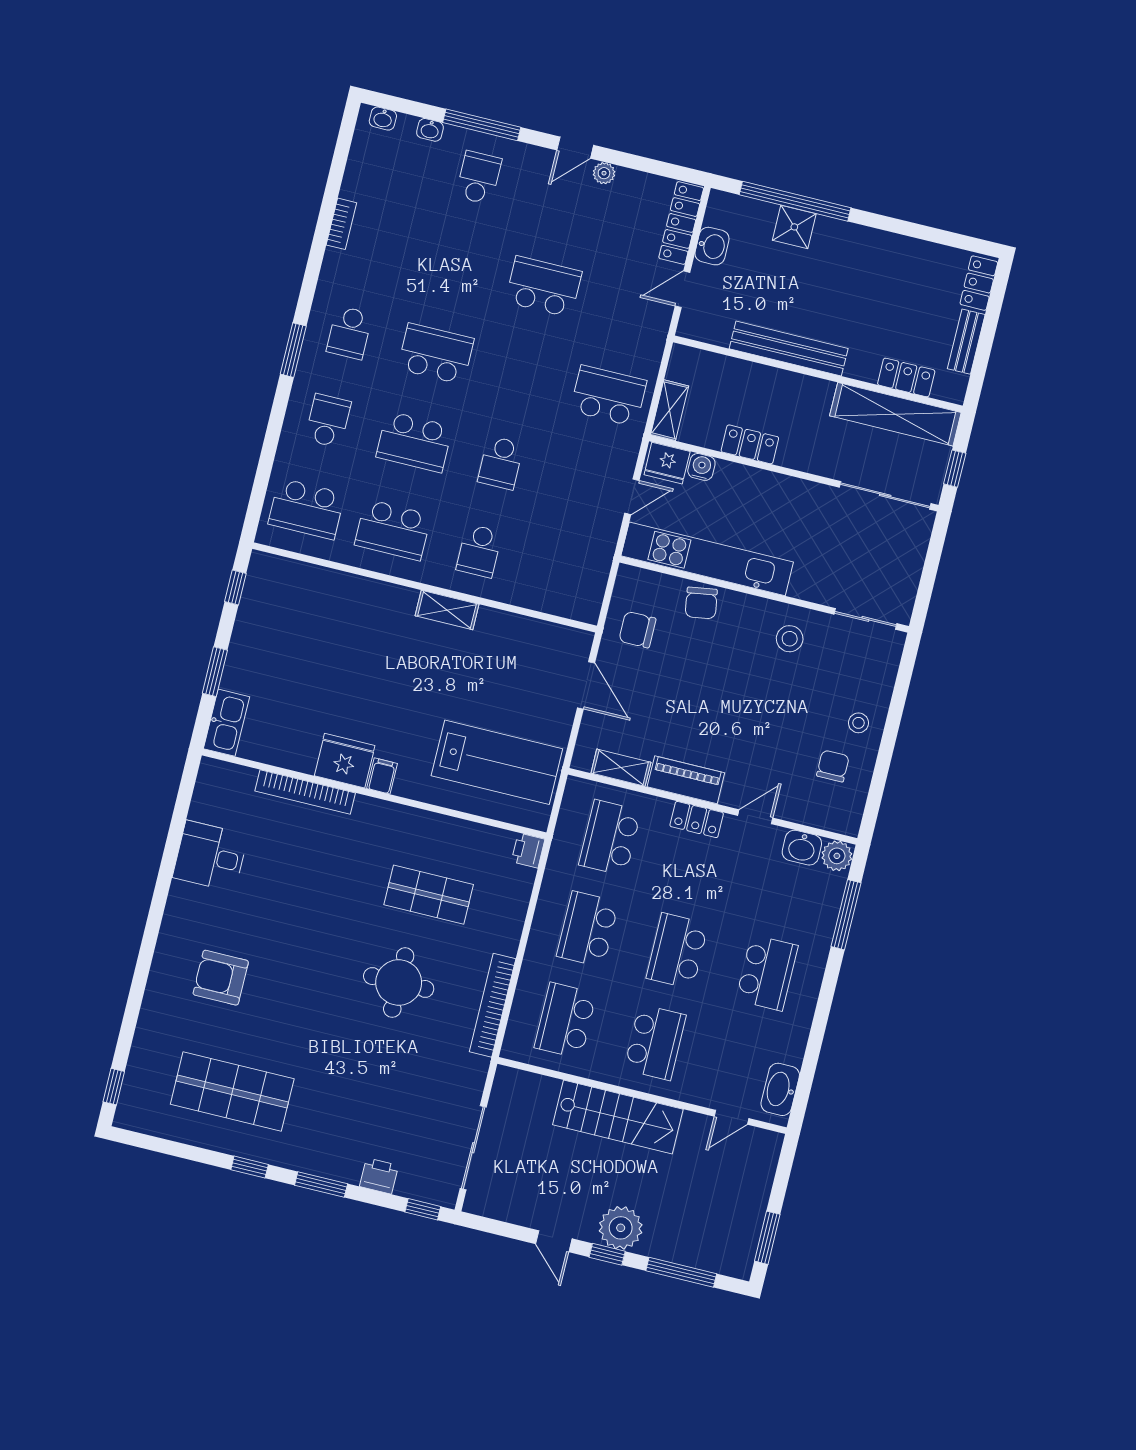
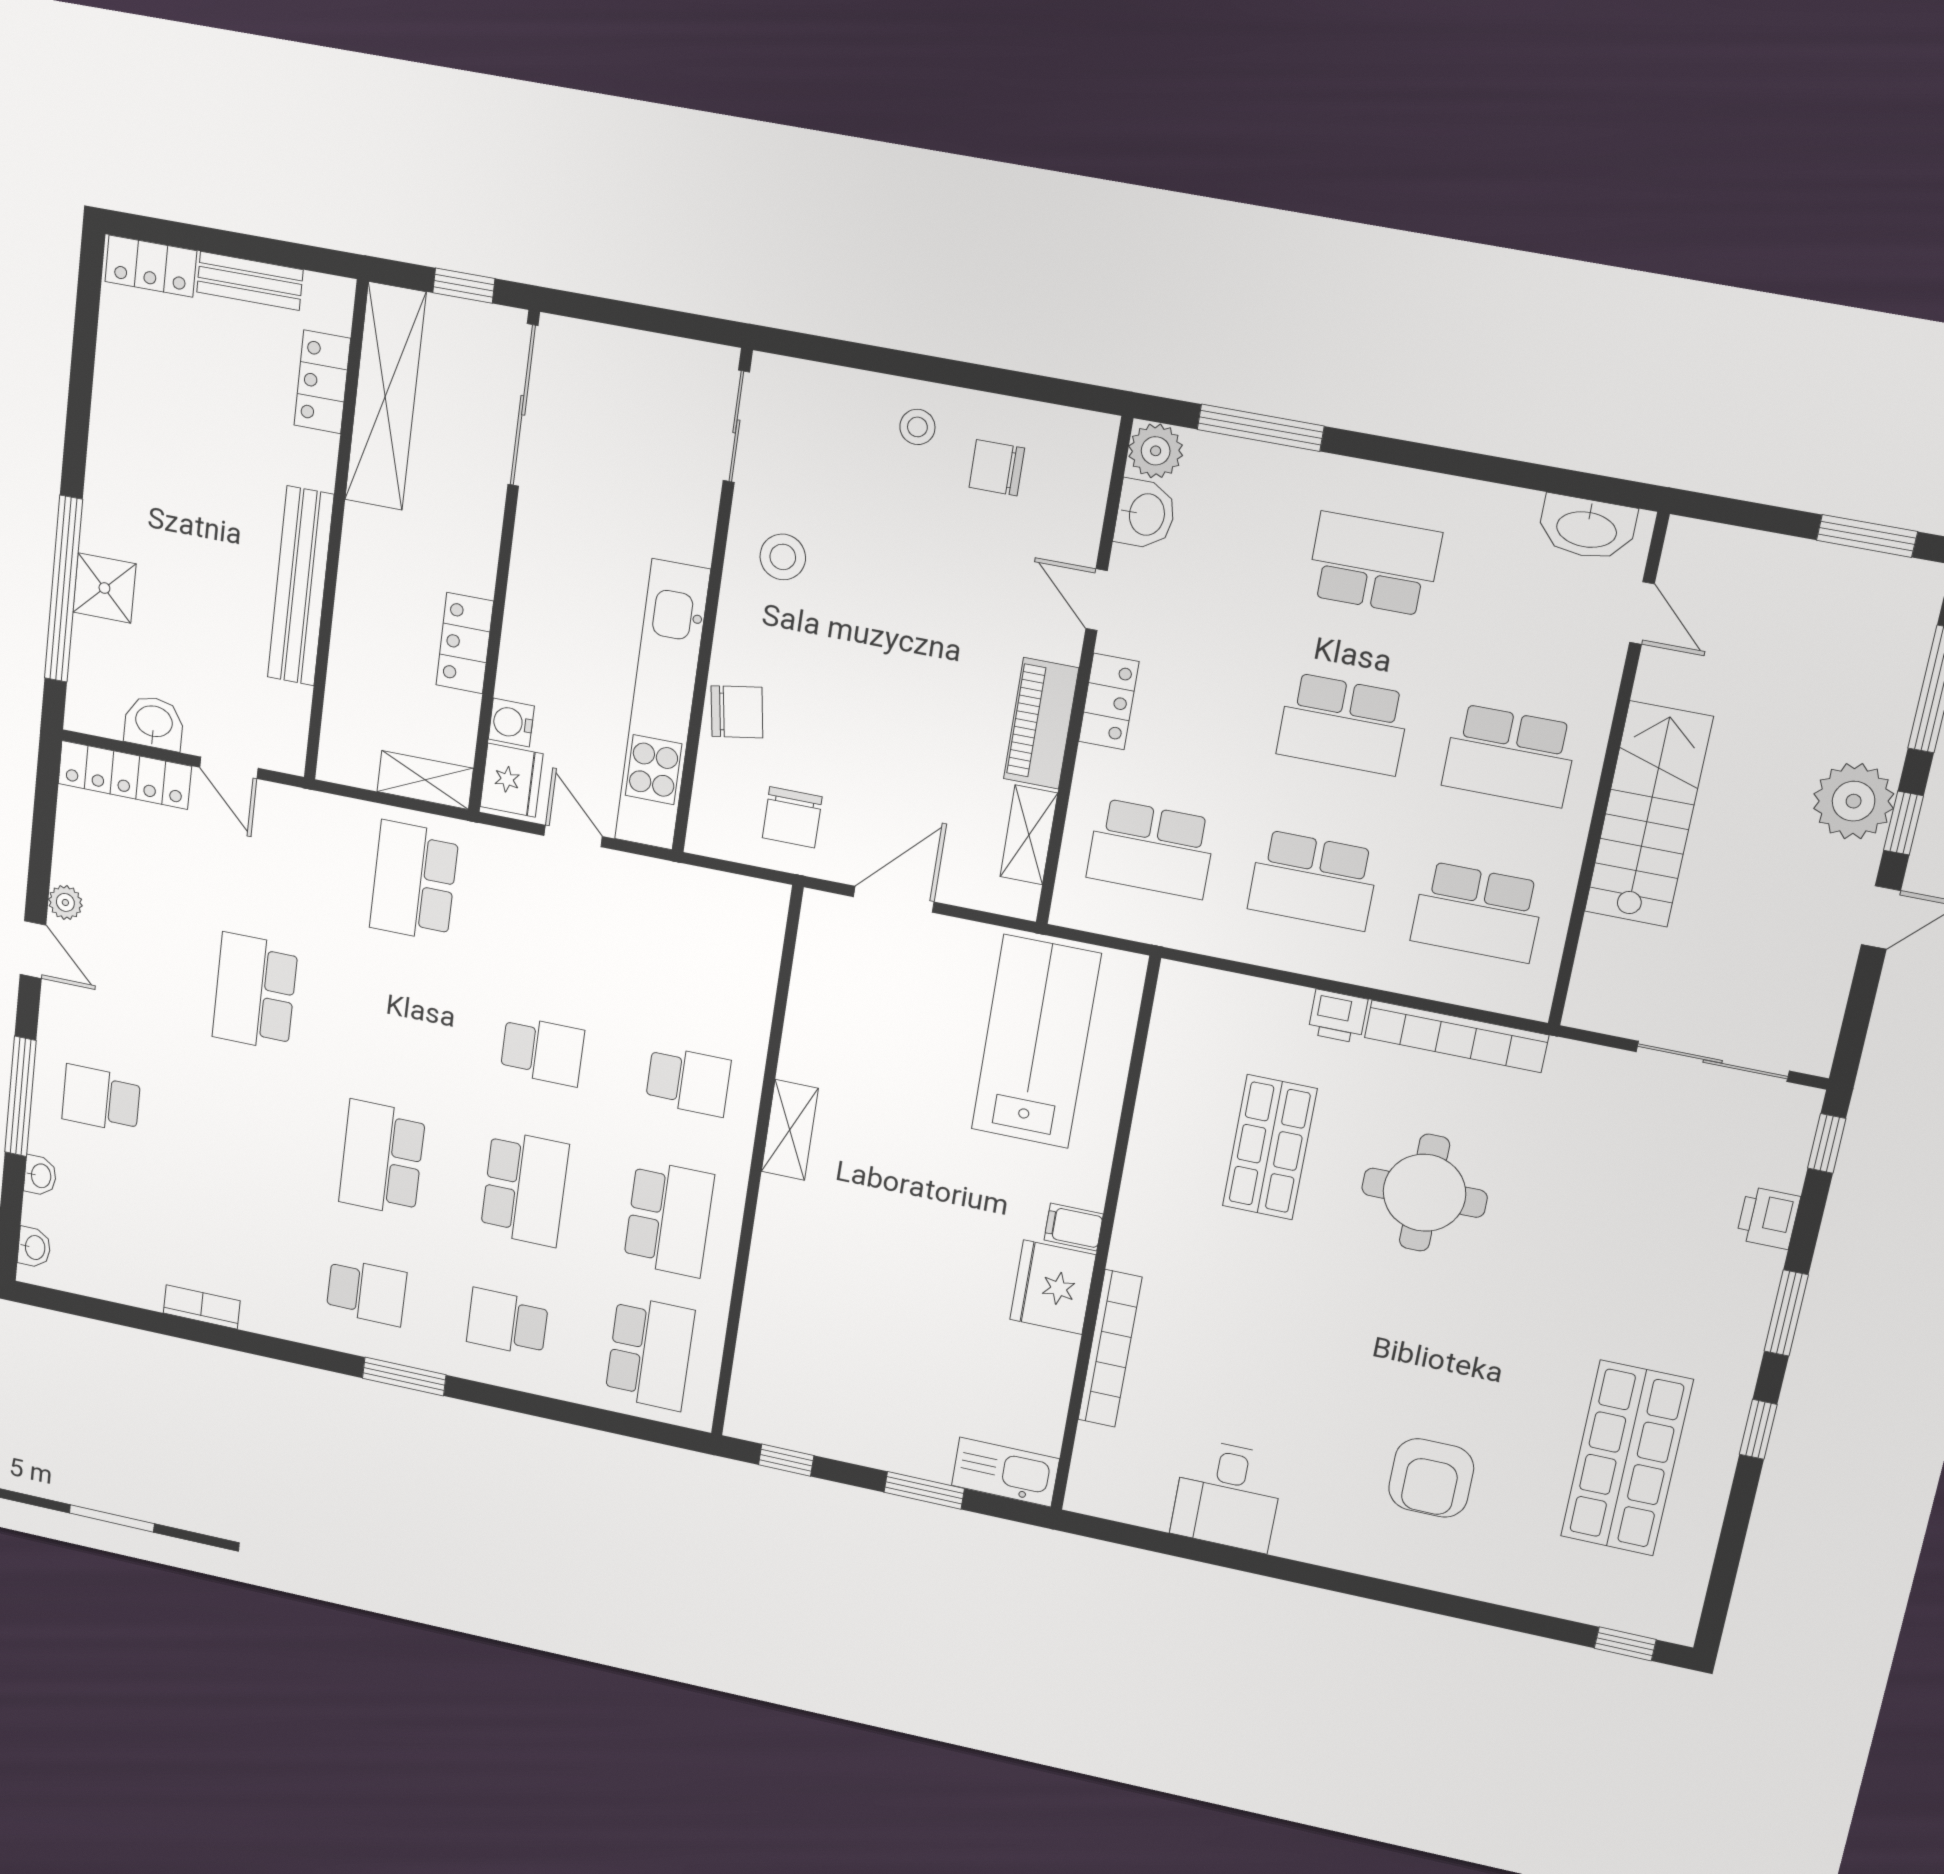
printer: (528, 850) -> (1338, 1016), moved
school desk: (655, 1042) -> (1510, 755), turned 180

